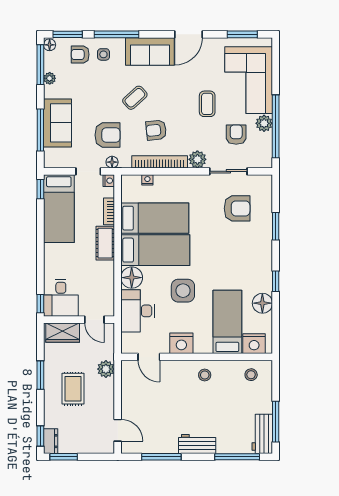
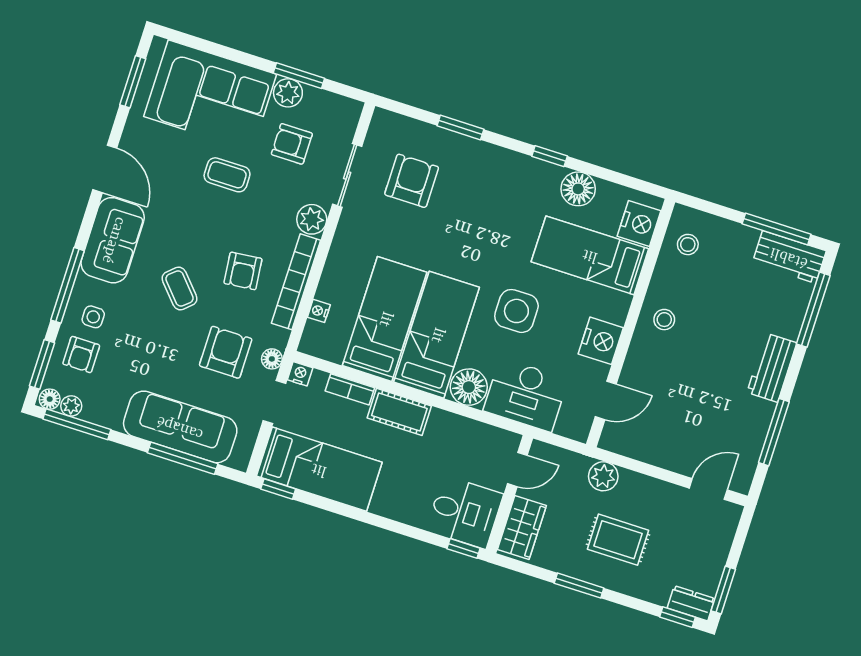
plant: (50, 78) -> (71, 406), moved
sofa: (57, 123) -> (180, 427), width x1.36
window: (276, 126) -> (299, 76), width x0.47

